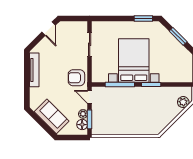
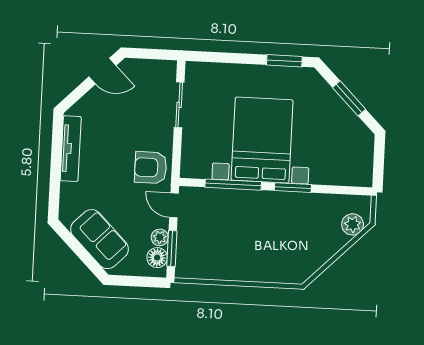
door: (49, 29) -> (102, 71), hinge flipped

